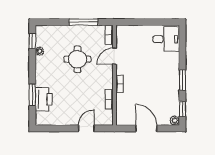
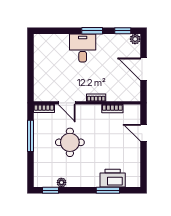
desk: (166, 39) -> (83, 48), moved
door: (146, 128) -> (143, 69), hinge flipped

